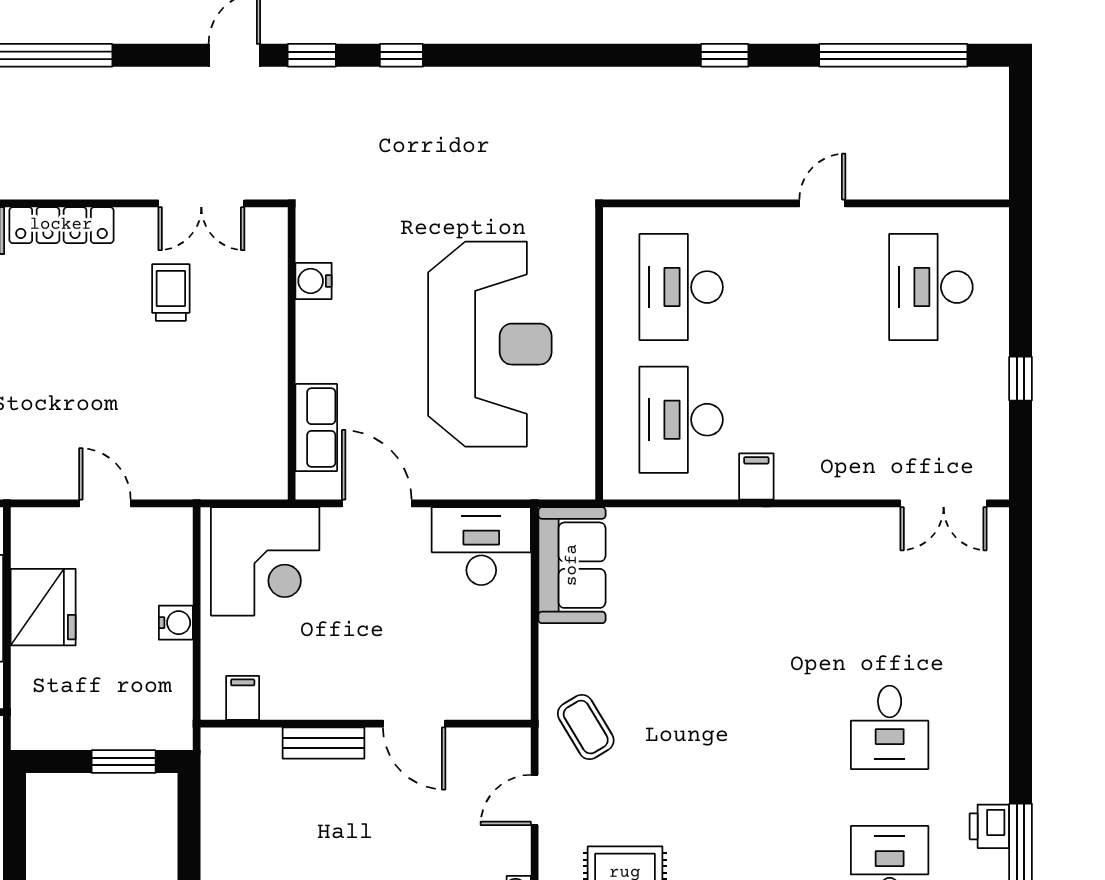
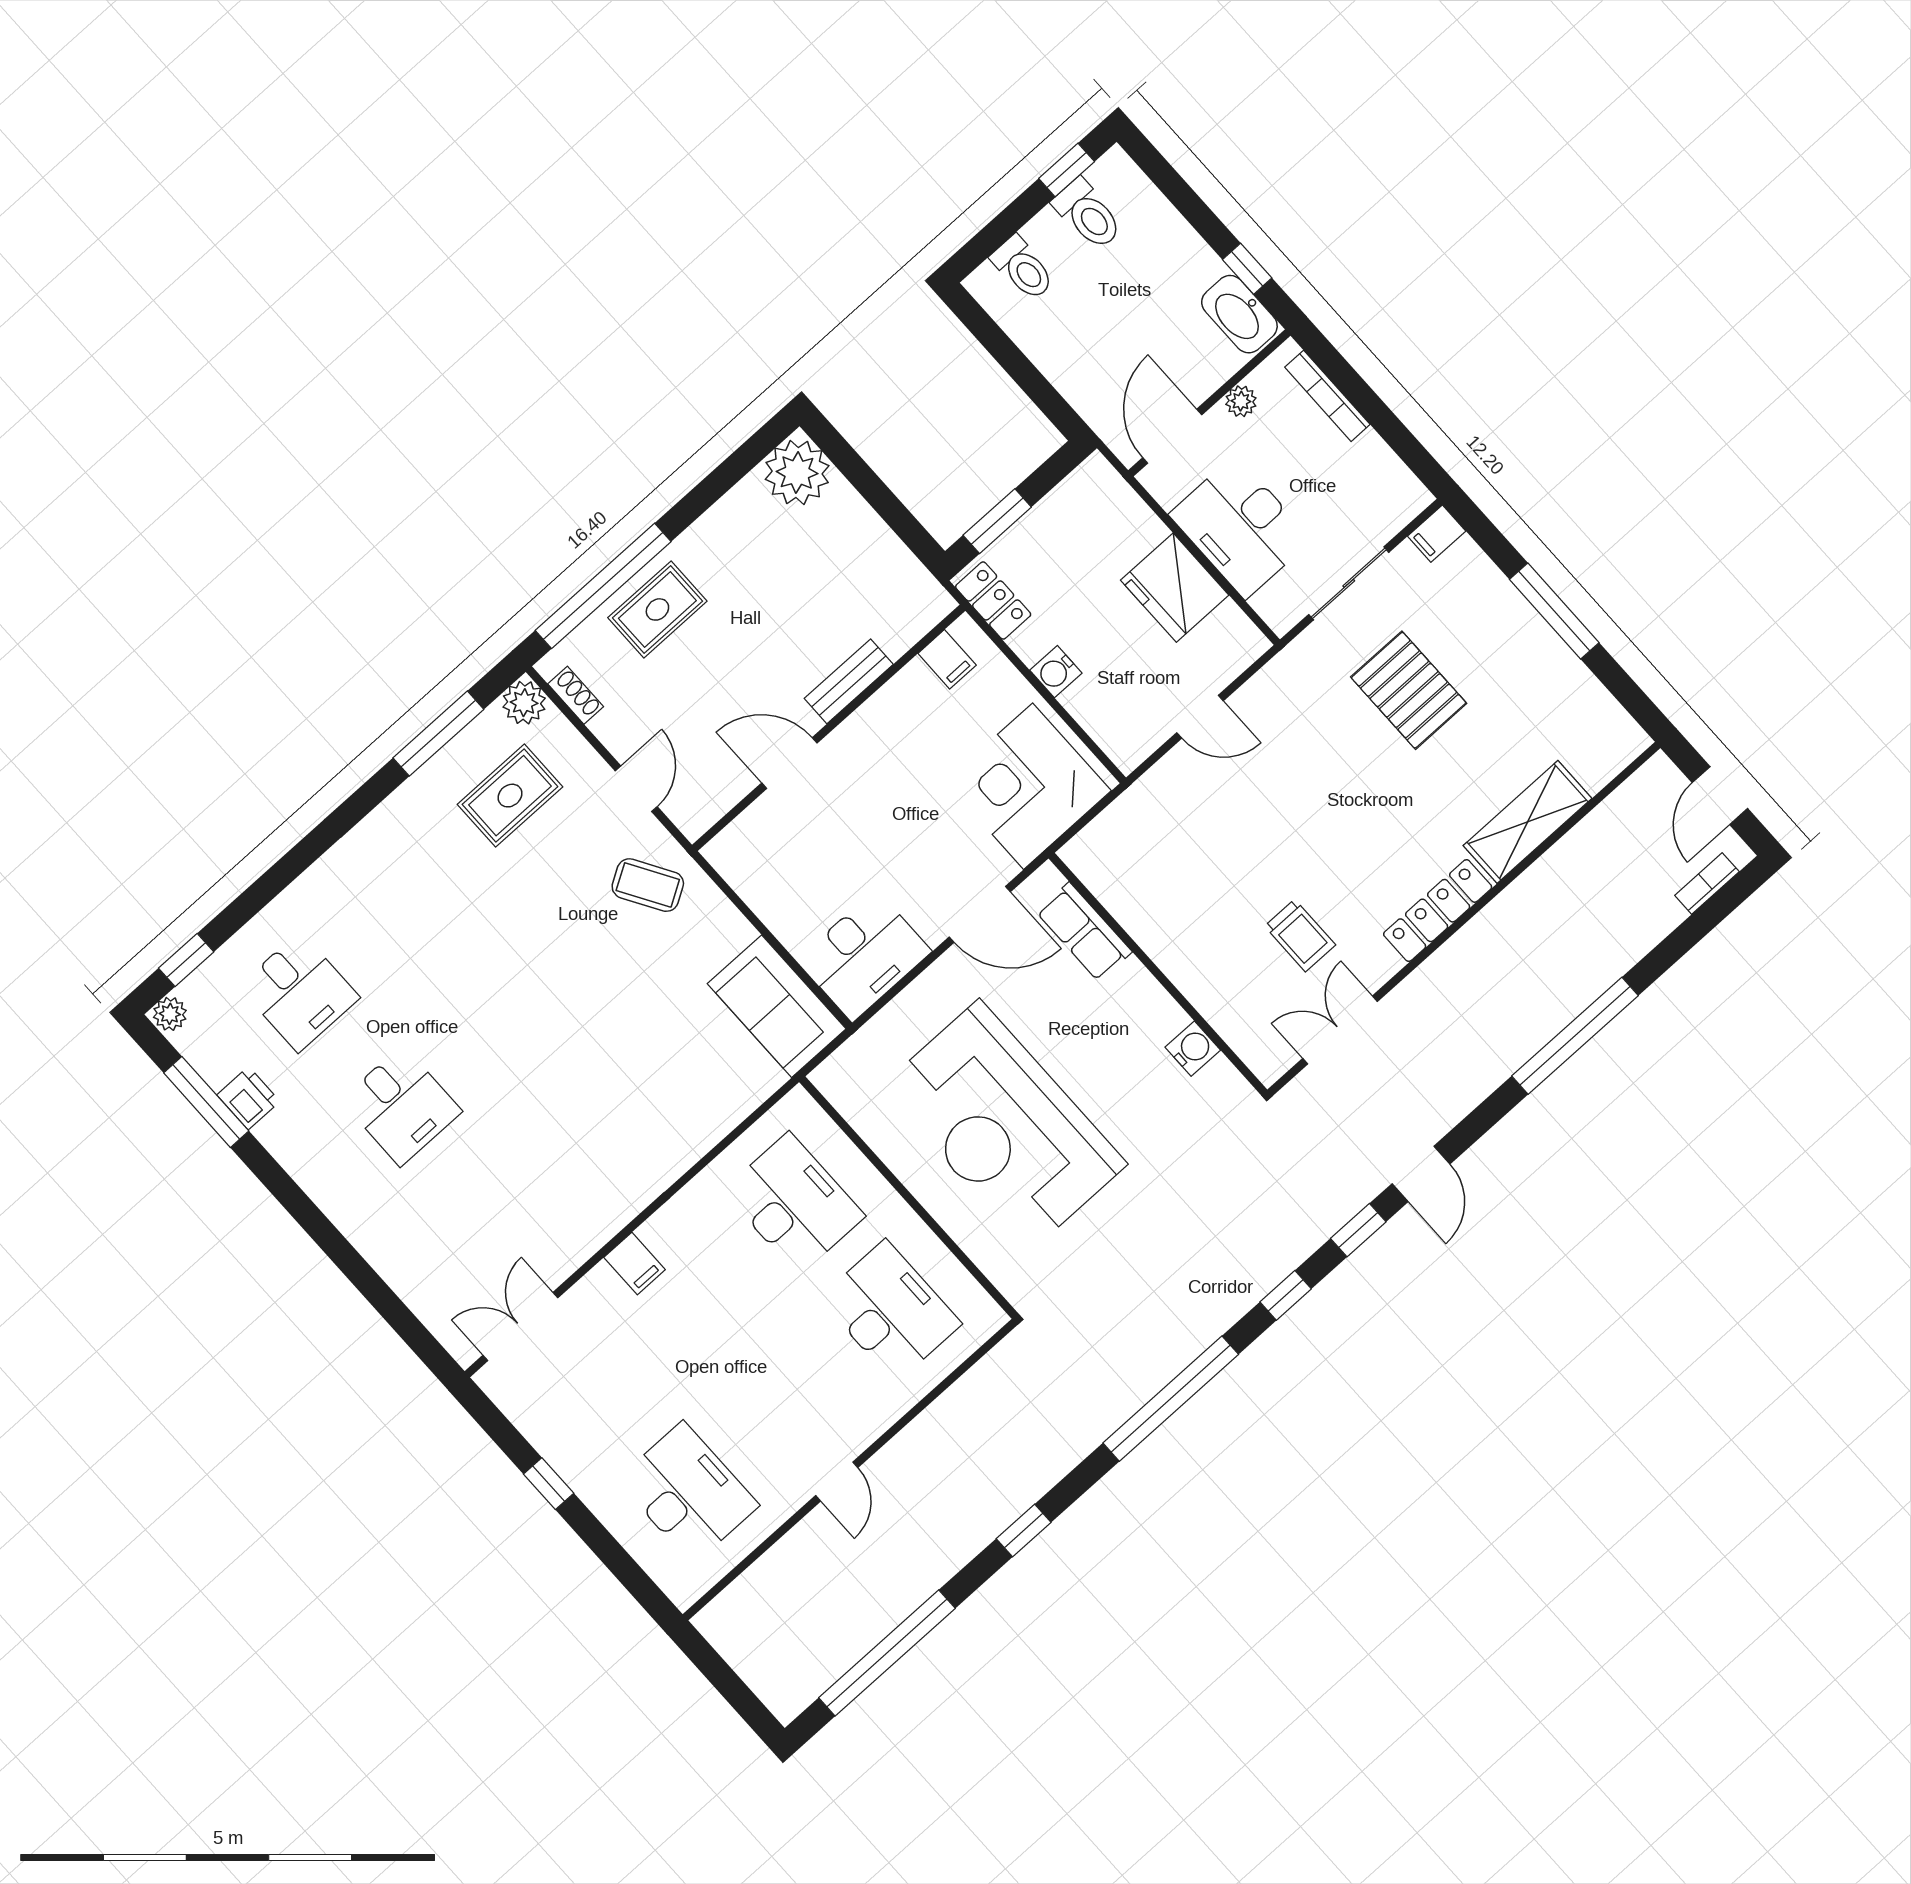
window: (543, 55) -> (1171, 1399), added
filing cabinet: (756, 476) -> (635, 1263), moved
locker: (175, 710) -> (993, 600), added
desk: (890, 727) -> (401, 1106), turned 180

